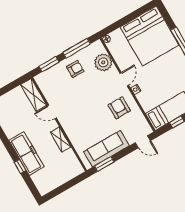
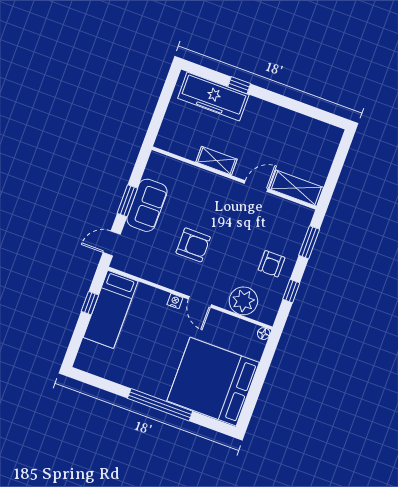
window: (77, 48) -> (291, 291), width x0.46
armchair: (119, 108) -> (193, 245), moved
sofa: (106, 149) -> (147, 205), width x0.73
freezer: (27, 153) -> (213, 96), moved
window: (104, 164) -> (127, 201), moved

